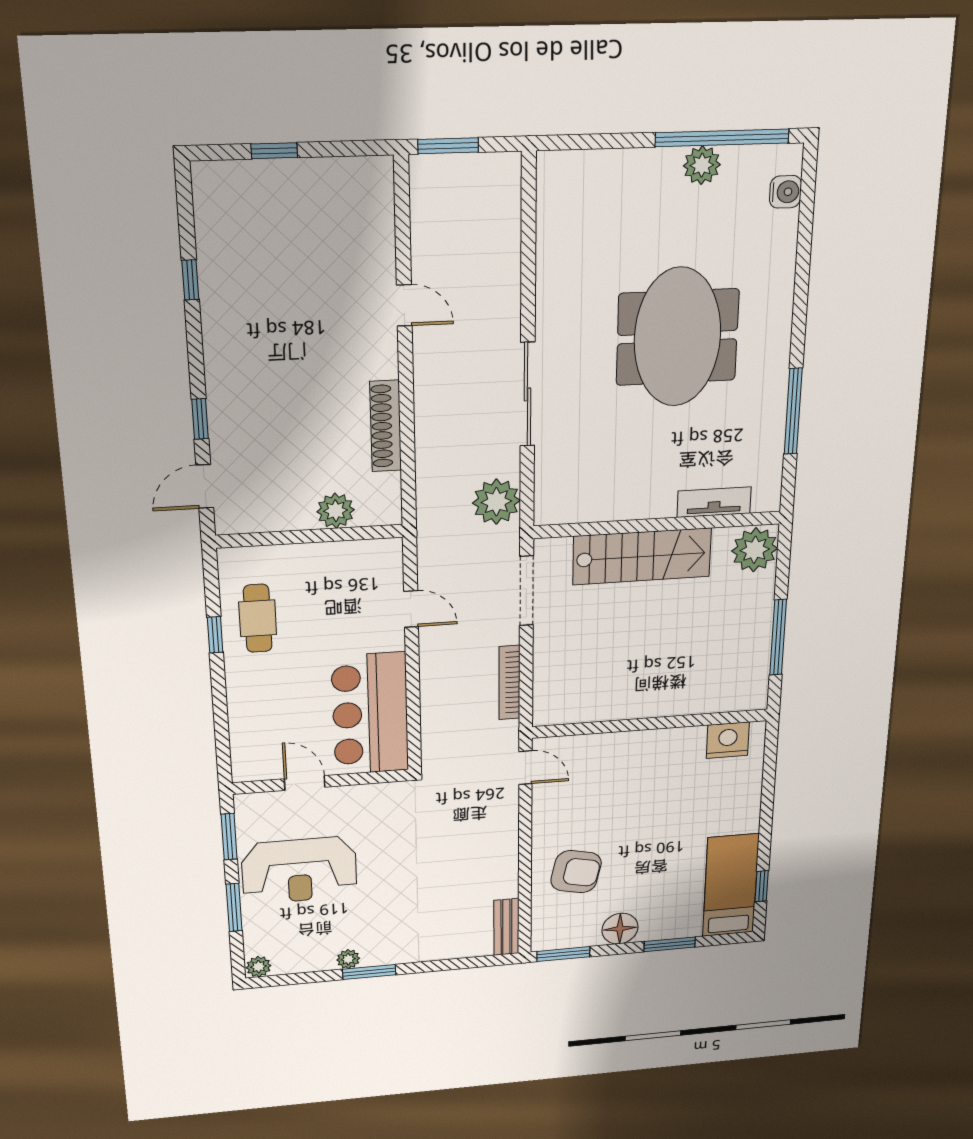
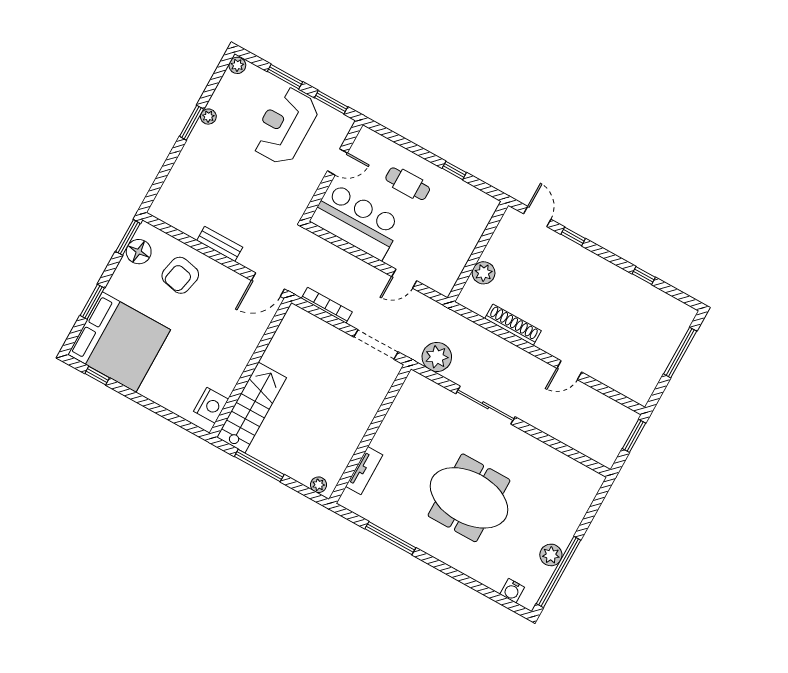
window: (274, 151) -> (680, 353), width x2.17
plant: (755, 550) -> (319, 485), width x0.53, depth x0.53
stairs: (642, 556) -> (252, 408), moved, turned 180
cafe table: (258, 618) -> (408, 184), moved
door: (525, 768) -> (268, 285), width x1.38
bed: (731, 885) -> (119, 342), width x2.04
bench: (506, 927) -> (220, 244), moved
floor lamp: (620, 929) -> (139, 252), moved

